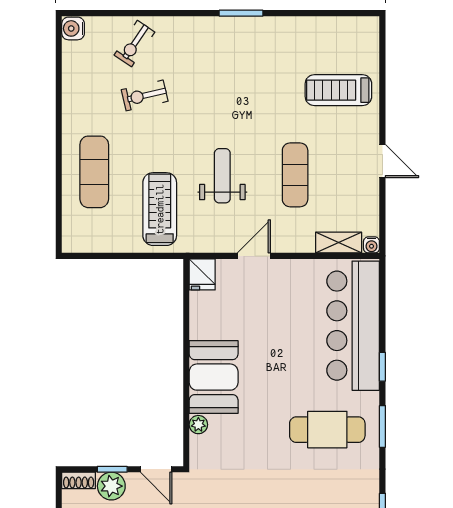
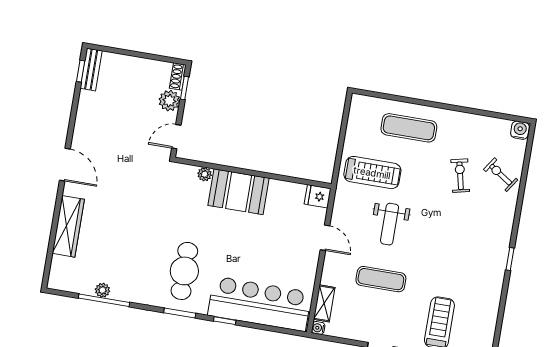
window: (241, 13) -> (510, 259), width x0.67
weight bench: (222, 176) -> (390, 224), turned 90
window: (112, 469) -> (184, 88), moved

